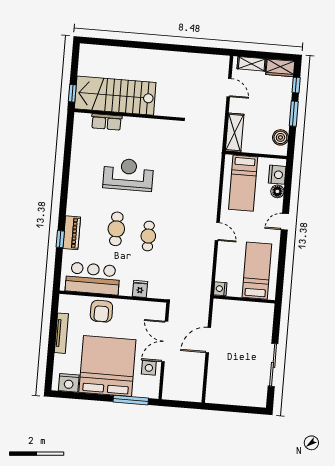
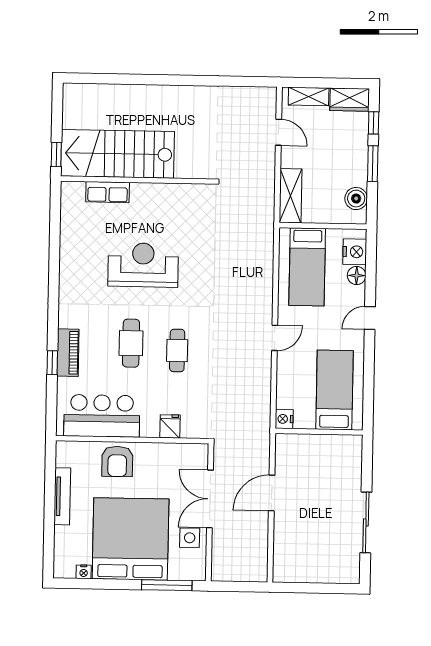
door: (217, 232) -> (275, 338), hinge flipped
nightstand: (69, 383) -> (84, 572), width x0.53, depth x0.56

